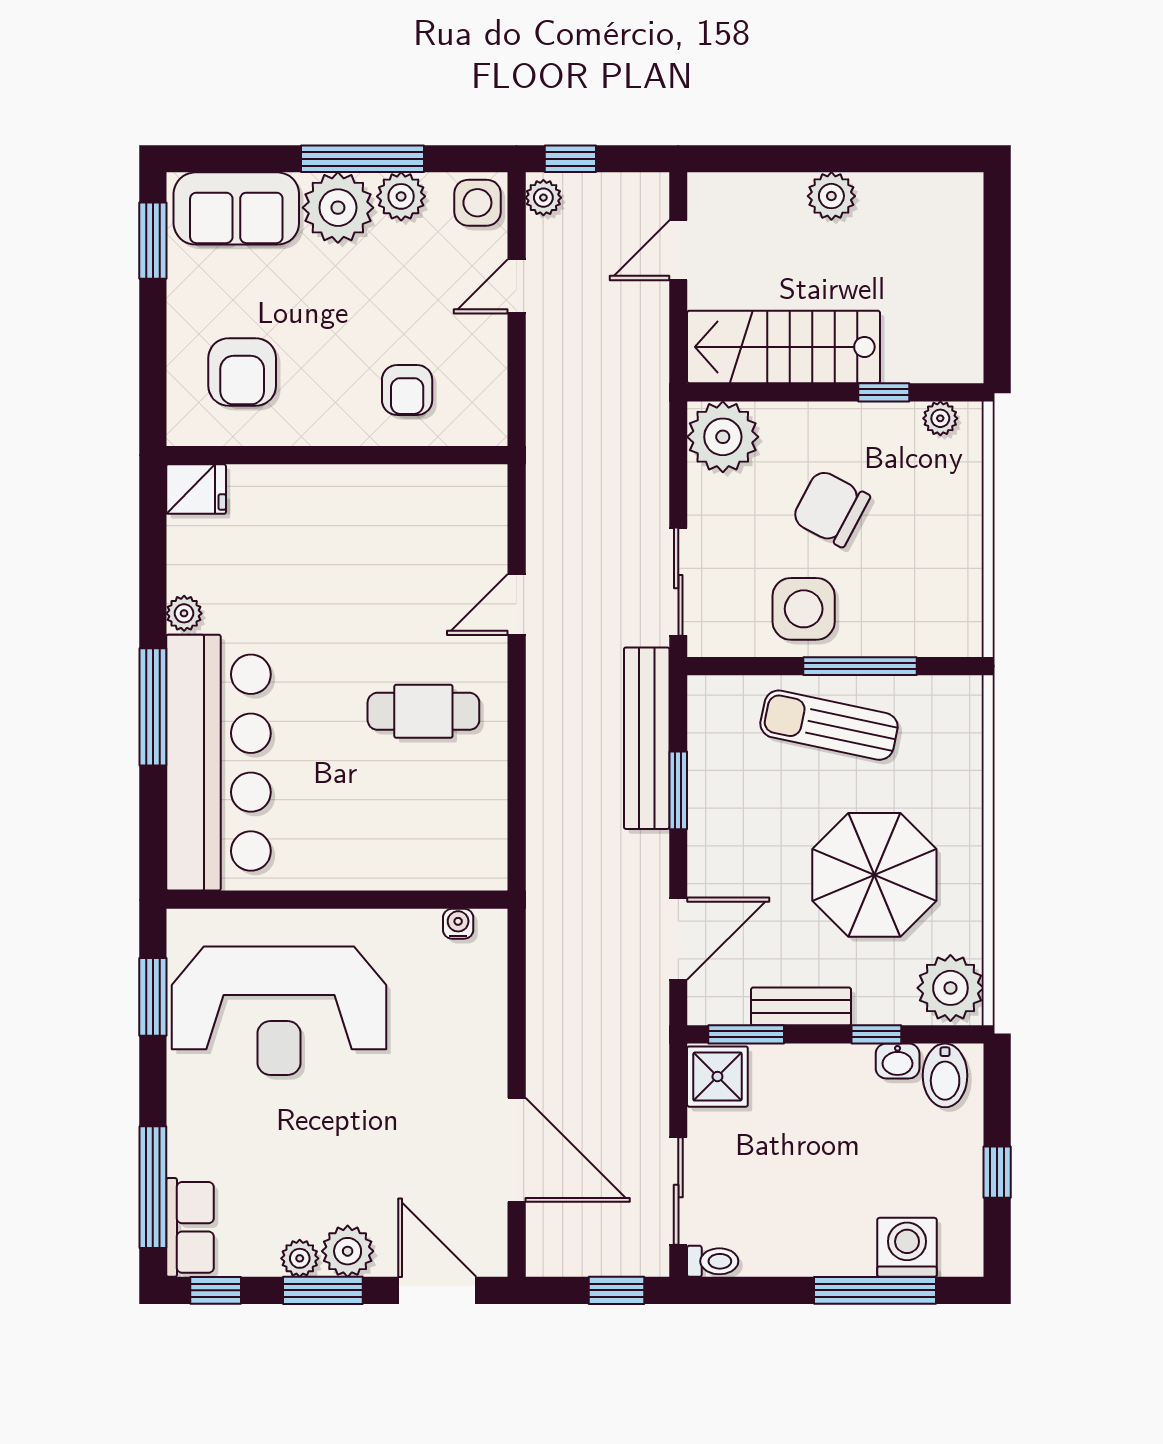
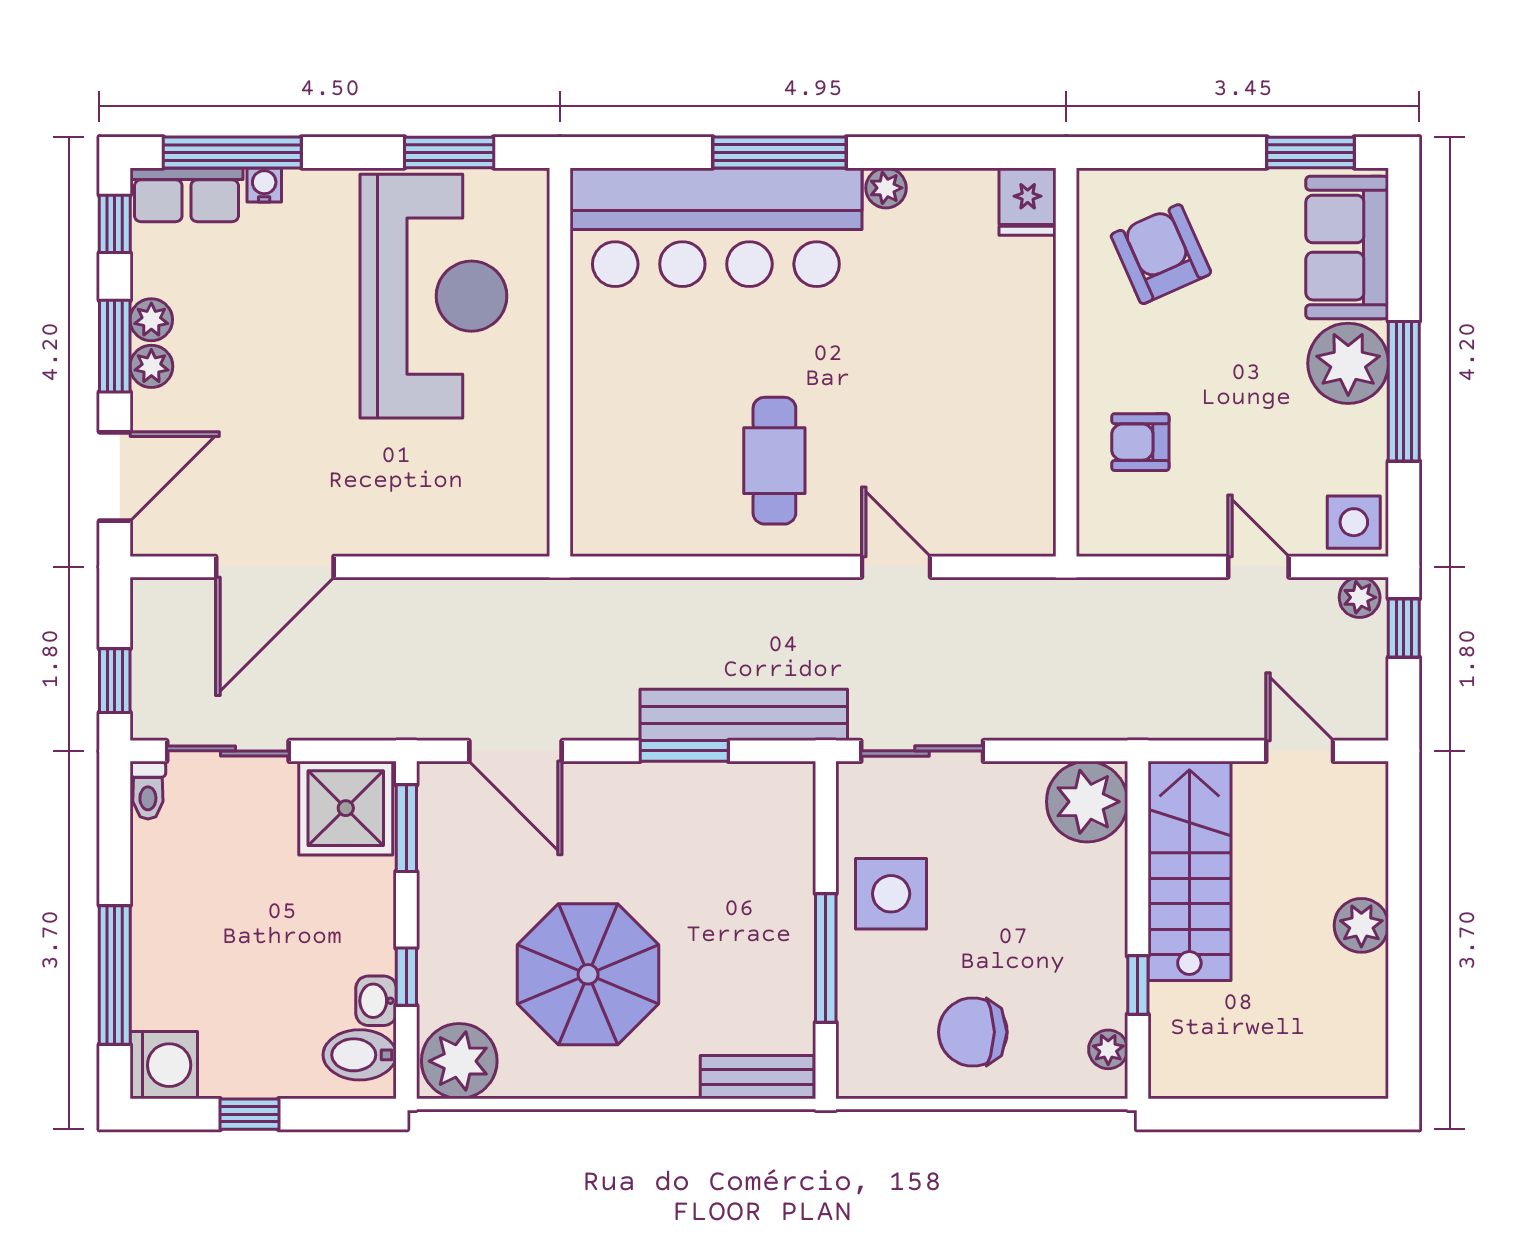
plant: (401, 196) -> (1361, 435), removed
armchair: (242, 372) -> (1161, 254), turned 66
chair: (831, 508) -> (973, 1032), moved, turned -118
sun lounger: (829, 725) -> (759, 923), removed
water cooler: (458, 924) -> (264, 185), moved, turned -90
bench: (801, 1006) -> (757, 1077), moved, turned 90
reception desk: (279, 1011) -> (433, 296), turned 180
shower: (717, 1077) -> (346, 808), width x1.36, depth x1.36
washing machine: (907, 1247) -> (164, 1065), moved
plant: (348, 1251) -> (151, 366), width x0.73, depth x0.73

